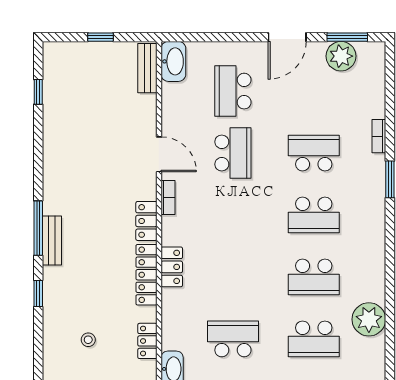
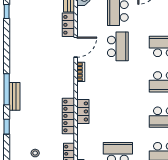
door: (159, 154) -> (76, 47), hinge flipped
locker: (146, 221) -> (68, 25), moved

